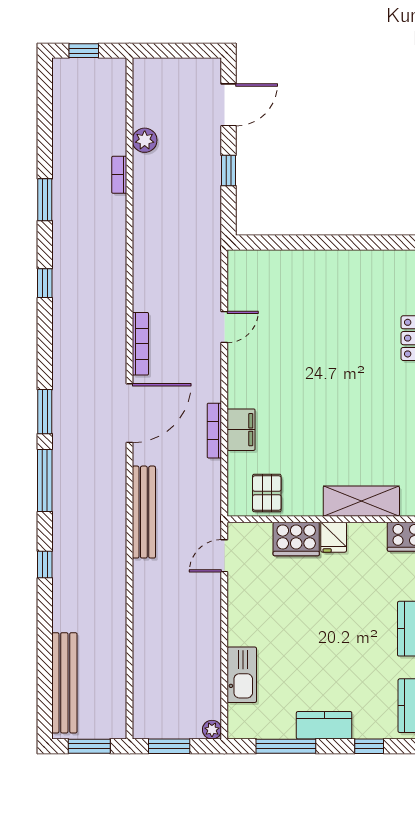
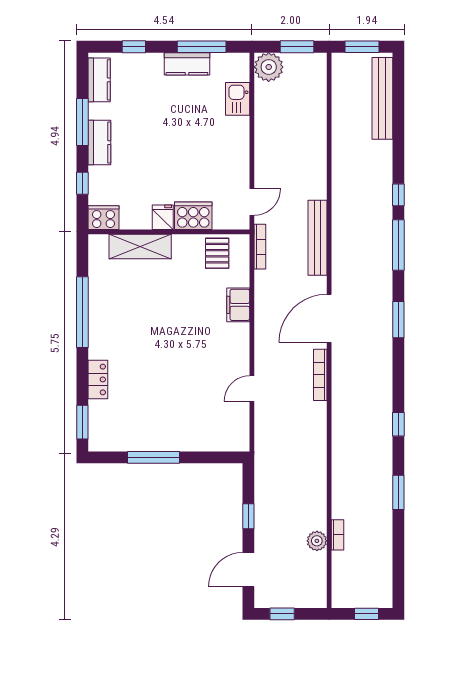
window: (187, 51) -> (282, 614), added
bookcase: (119, 175) -> (338, 535), moved
window: (345, 243) -> (154, 457), added
bookcase: (214, 431) -> (260, 247), moved
window: (45, 481) -> (398, 245), moved
kitchen sink: (242, 675) -> (238, 99), width x0.73
kitchen counter: (324, 725) -> (187, 64), moved
plant: (212, 730) -> (269, 67), width x1.87, depth x1.87

